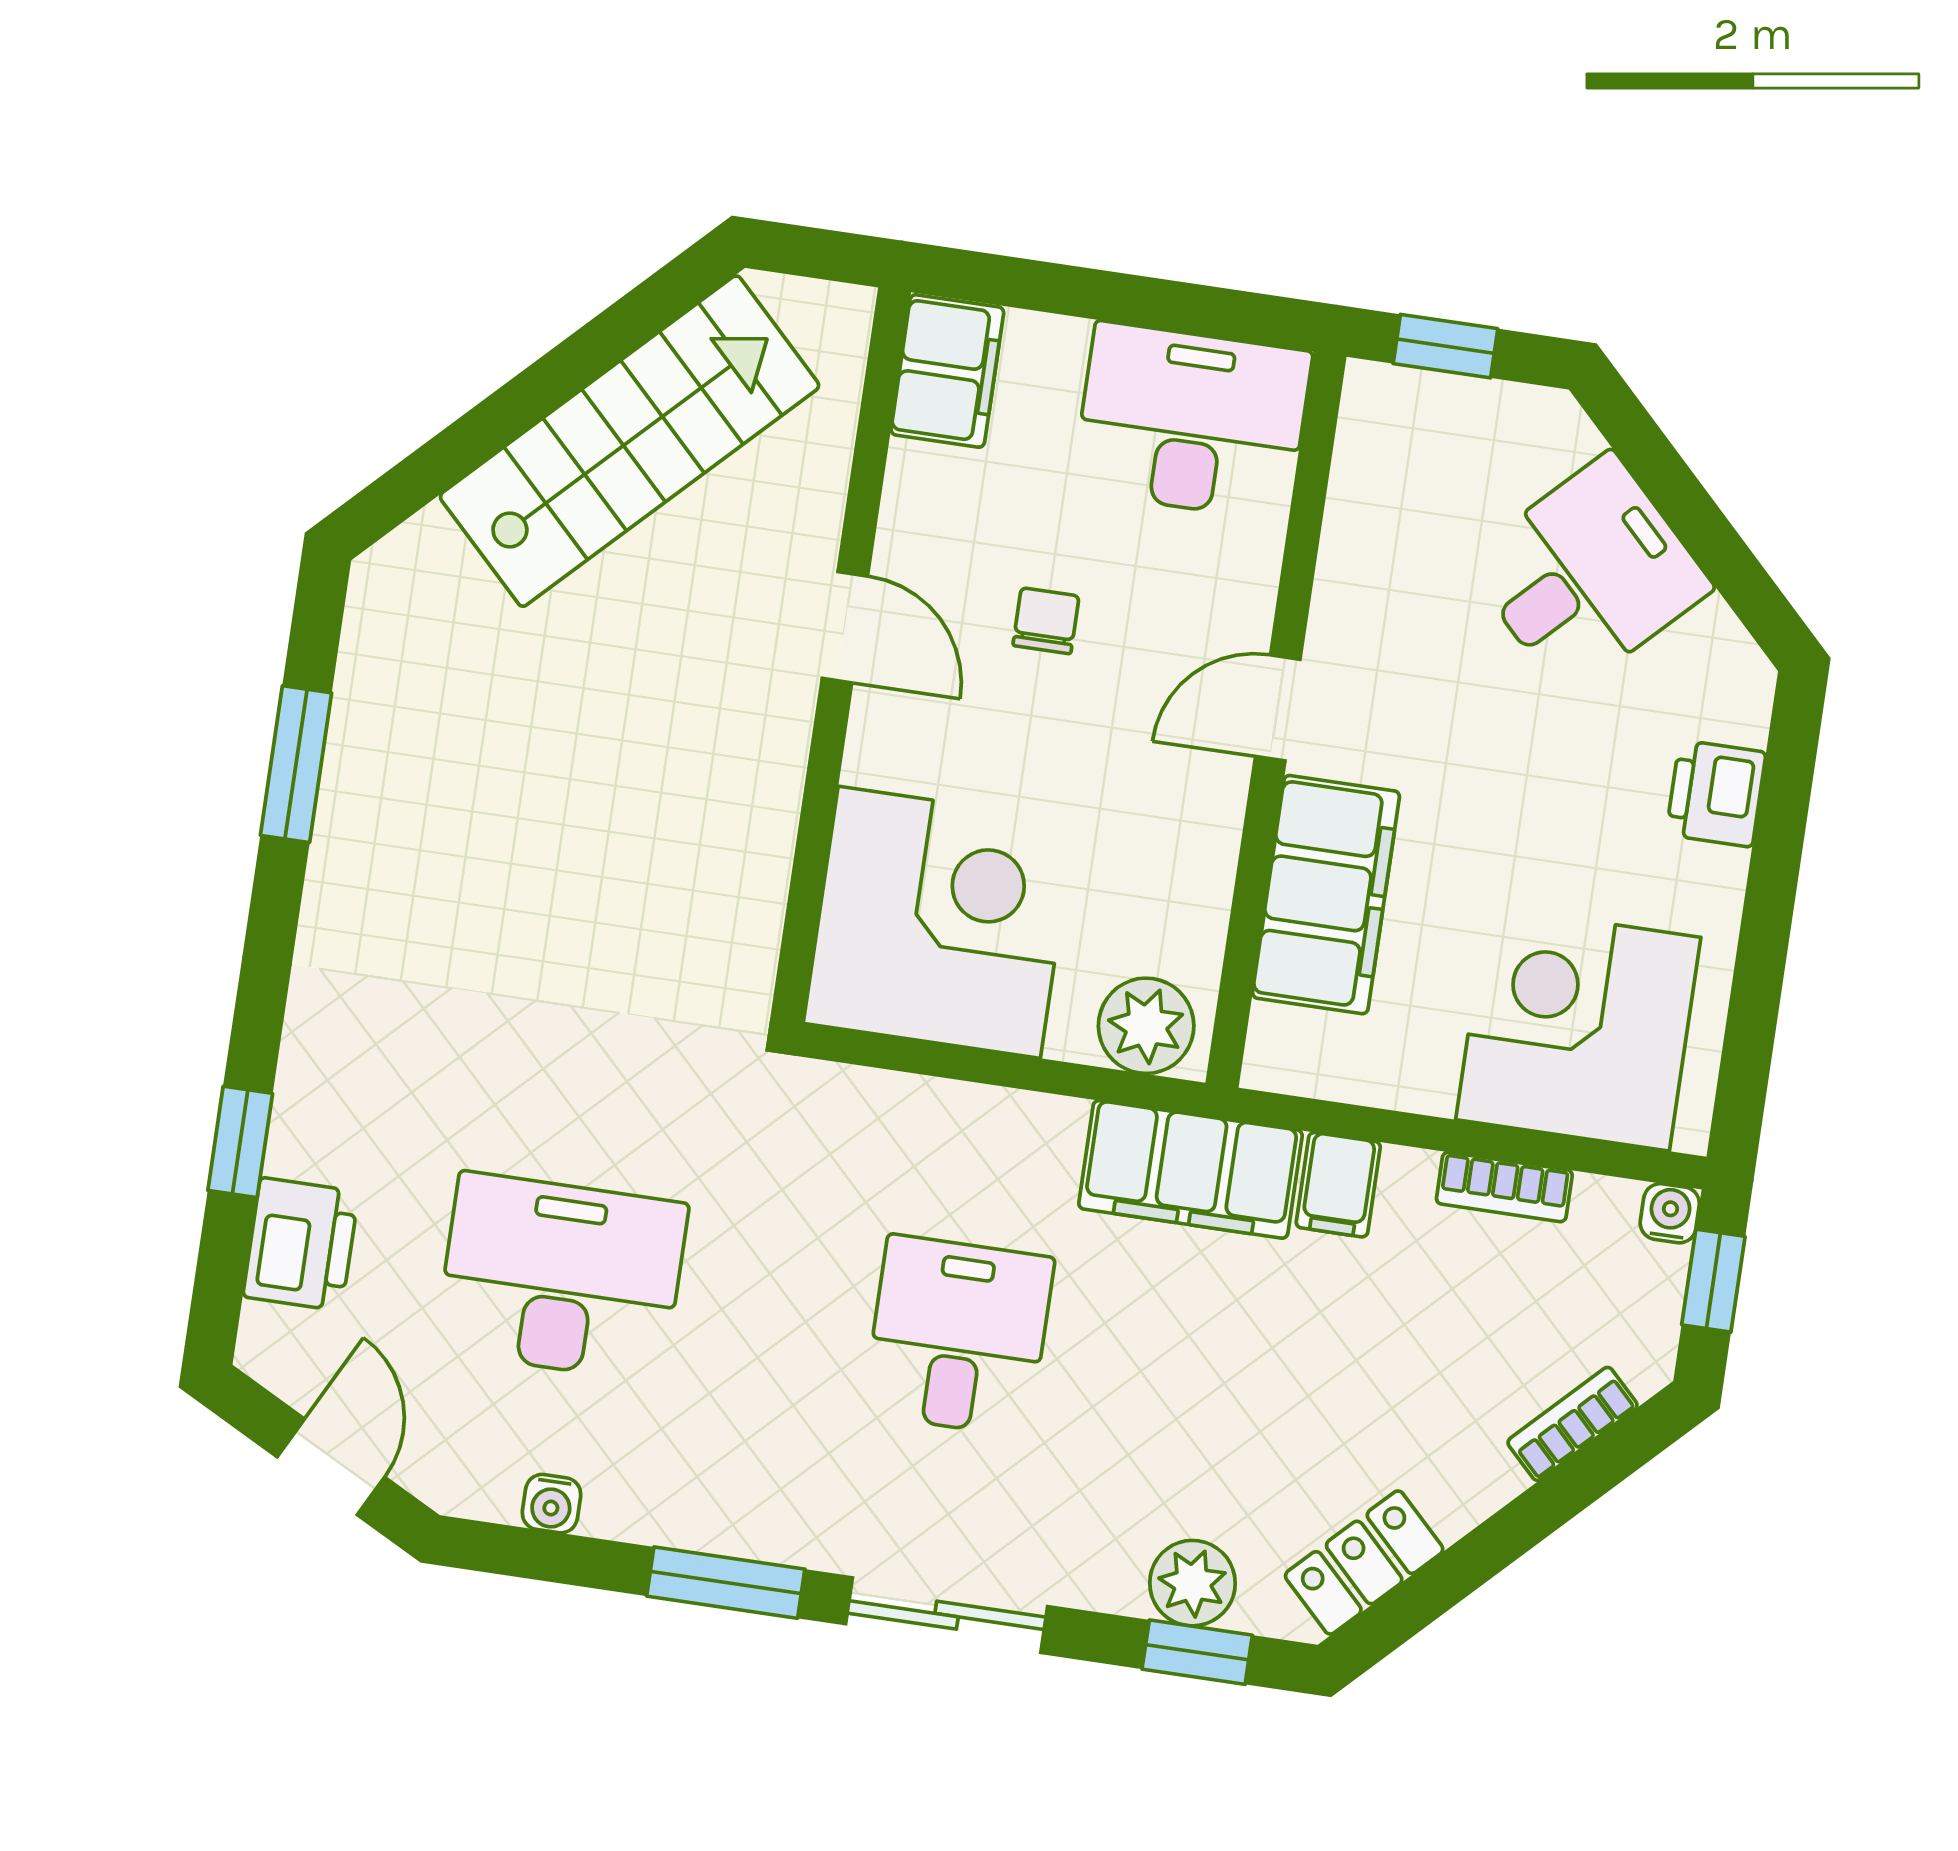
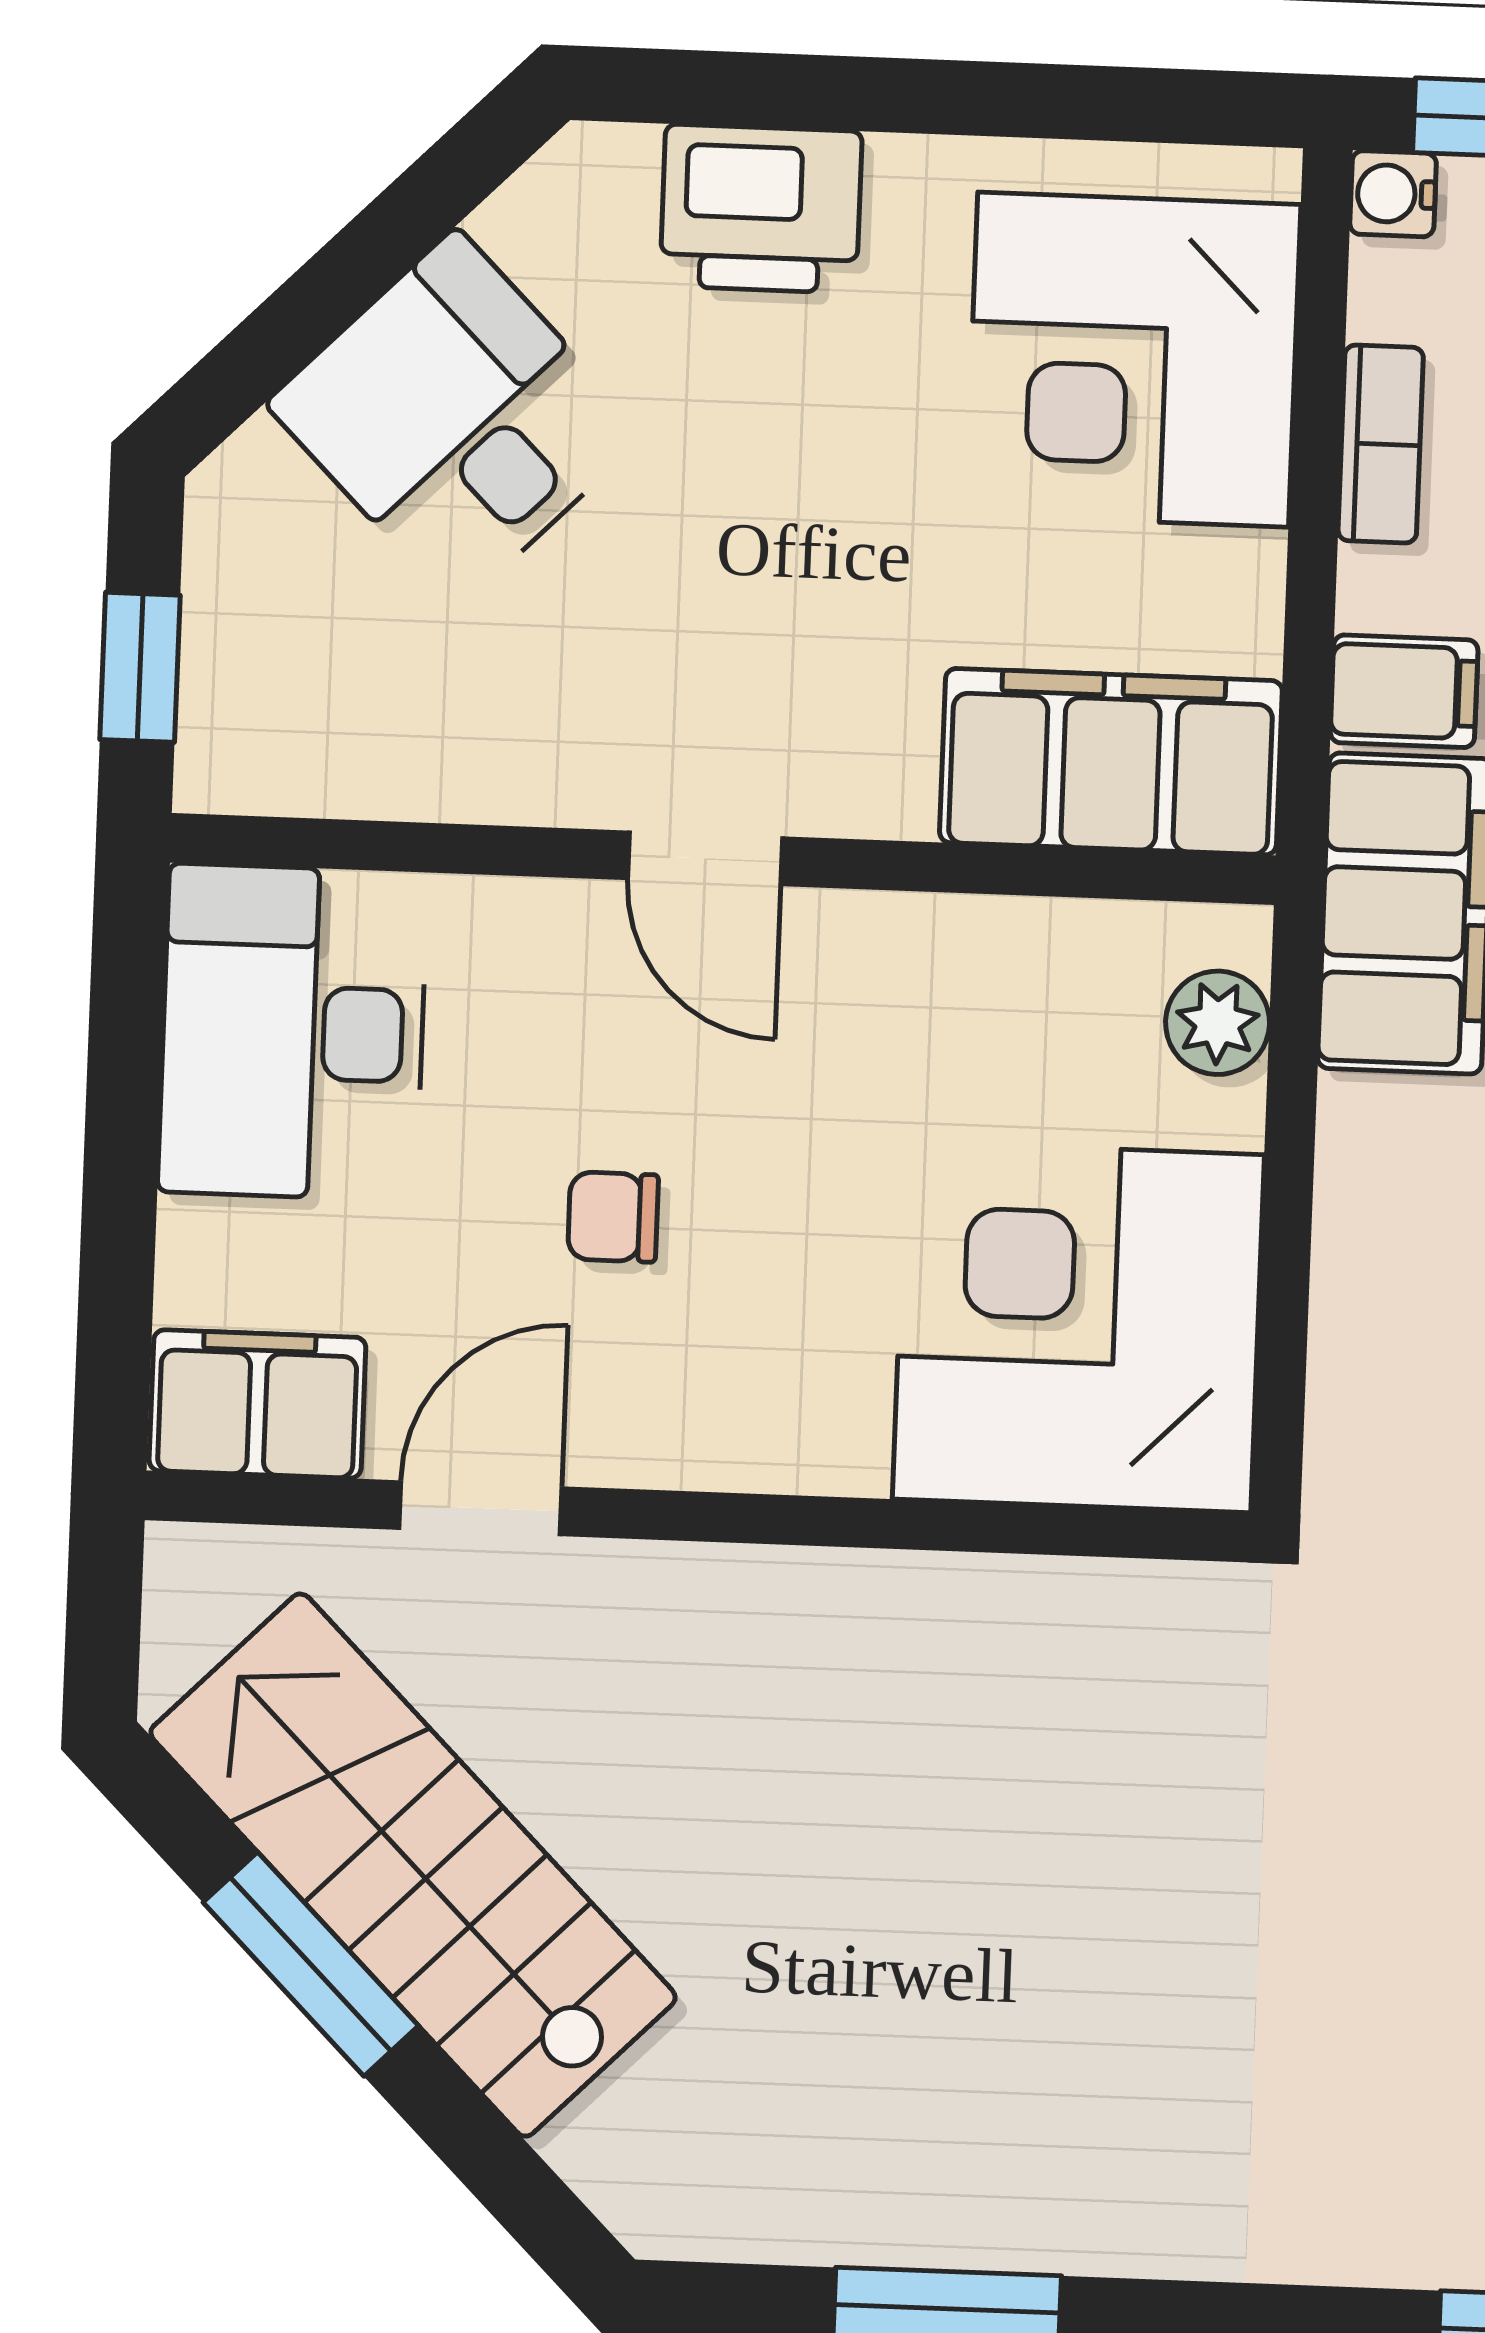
window: (571, 366) -> (311, 1964), added
door: (845, 627) -> (480, 1508), moved
printer: (1716, 794) -> (761, 209), width x1.36, depth x1.24
filing cabinet: (1326, 895) -> (1111, 762), moved
plant: (1146, 1026) -> (1218, 1023), width x0.73, depth x0.73

